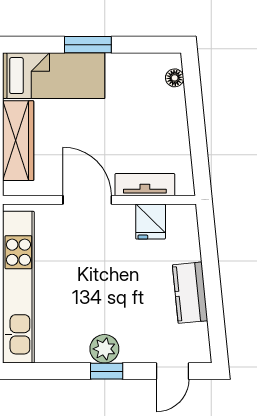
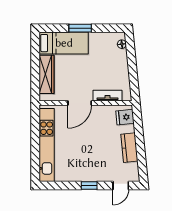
door: (87, 200) -> (80, 103), swing flipped
fridge: (151, 222) -> (125, 117), moved, turned 84
plant: (104, 349) -> (88, 175), removed

